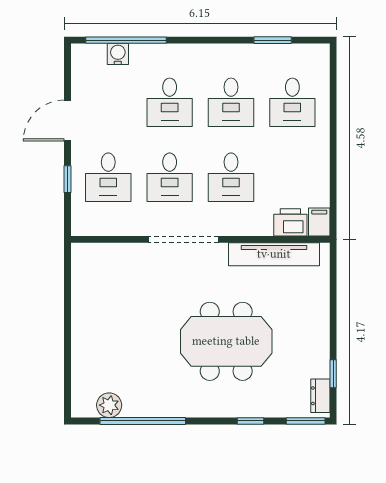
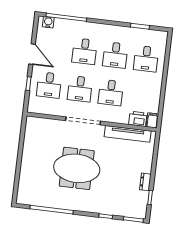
water cooler: (118, 54) -> (48, 22), moved
door: (67, 121) -> (32, 54), swing flipped
meeting table: (226, 341) -> (77, 168), moved
dresser: (320, 396) -> (145, 182), moved
plant: (109, 405) -> (36, 200), removed

